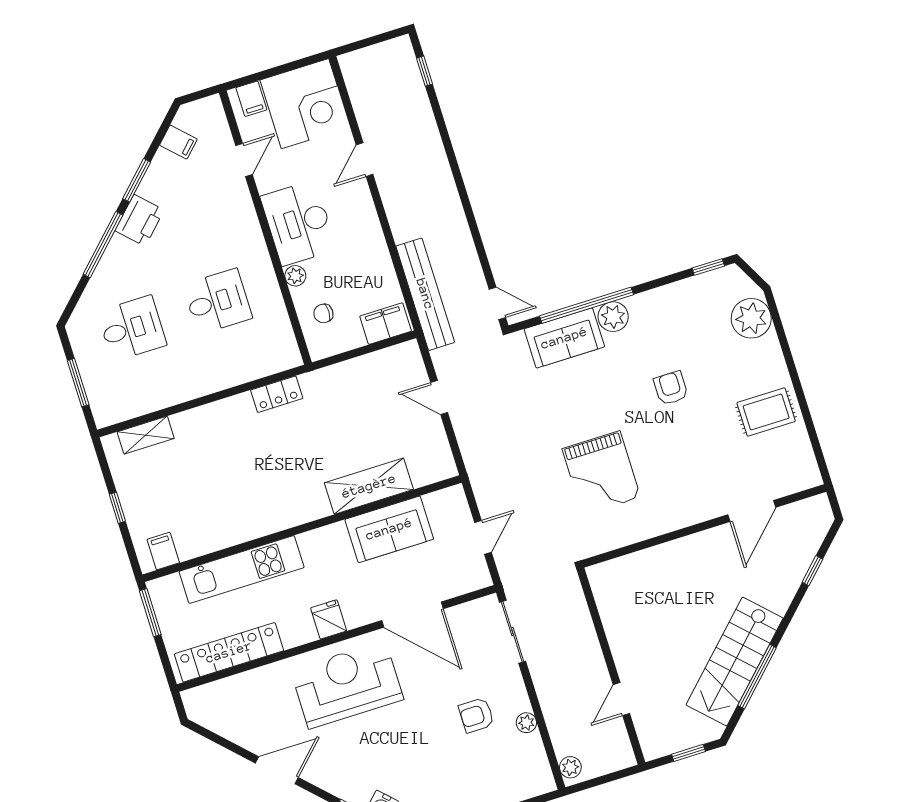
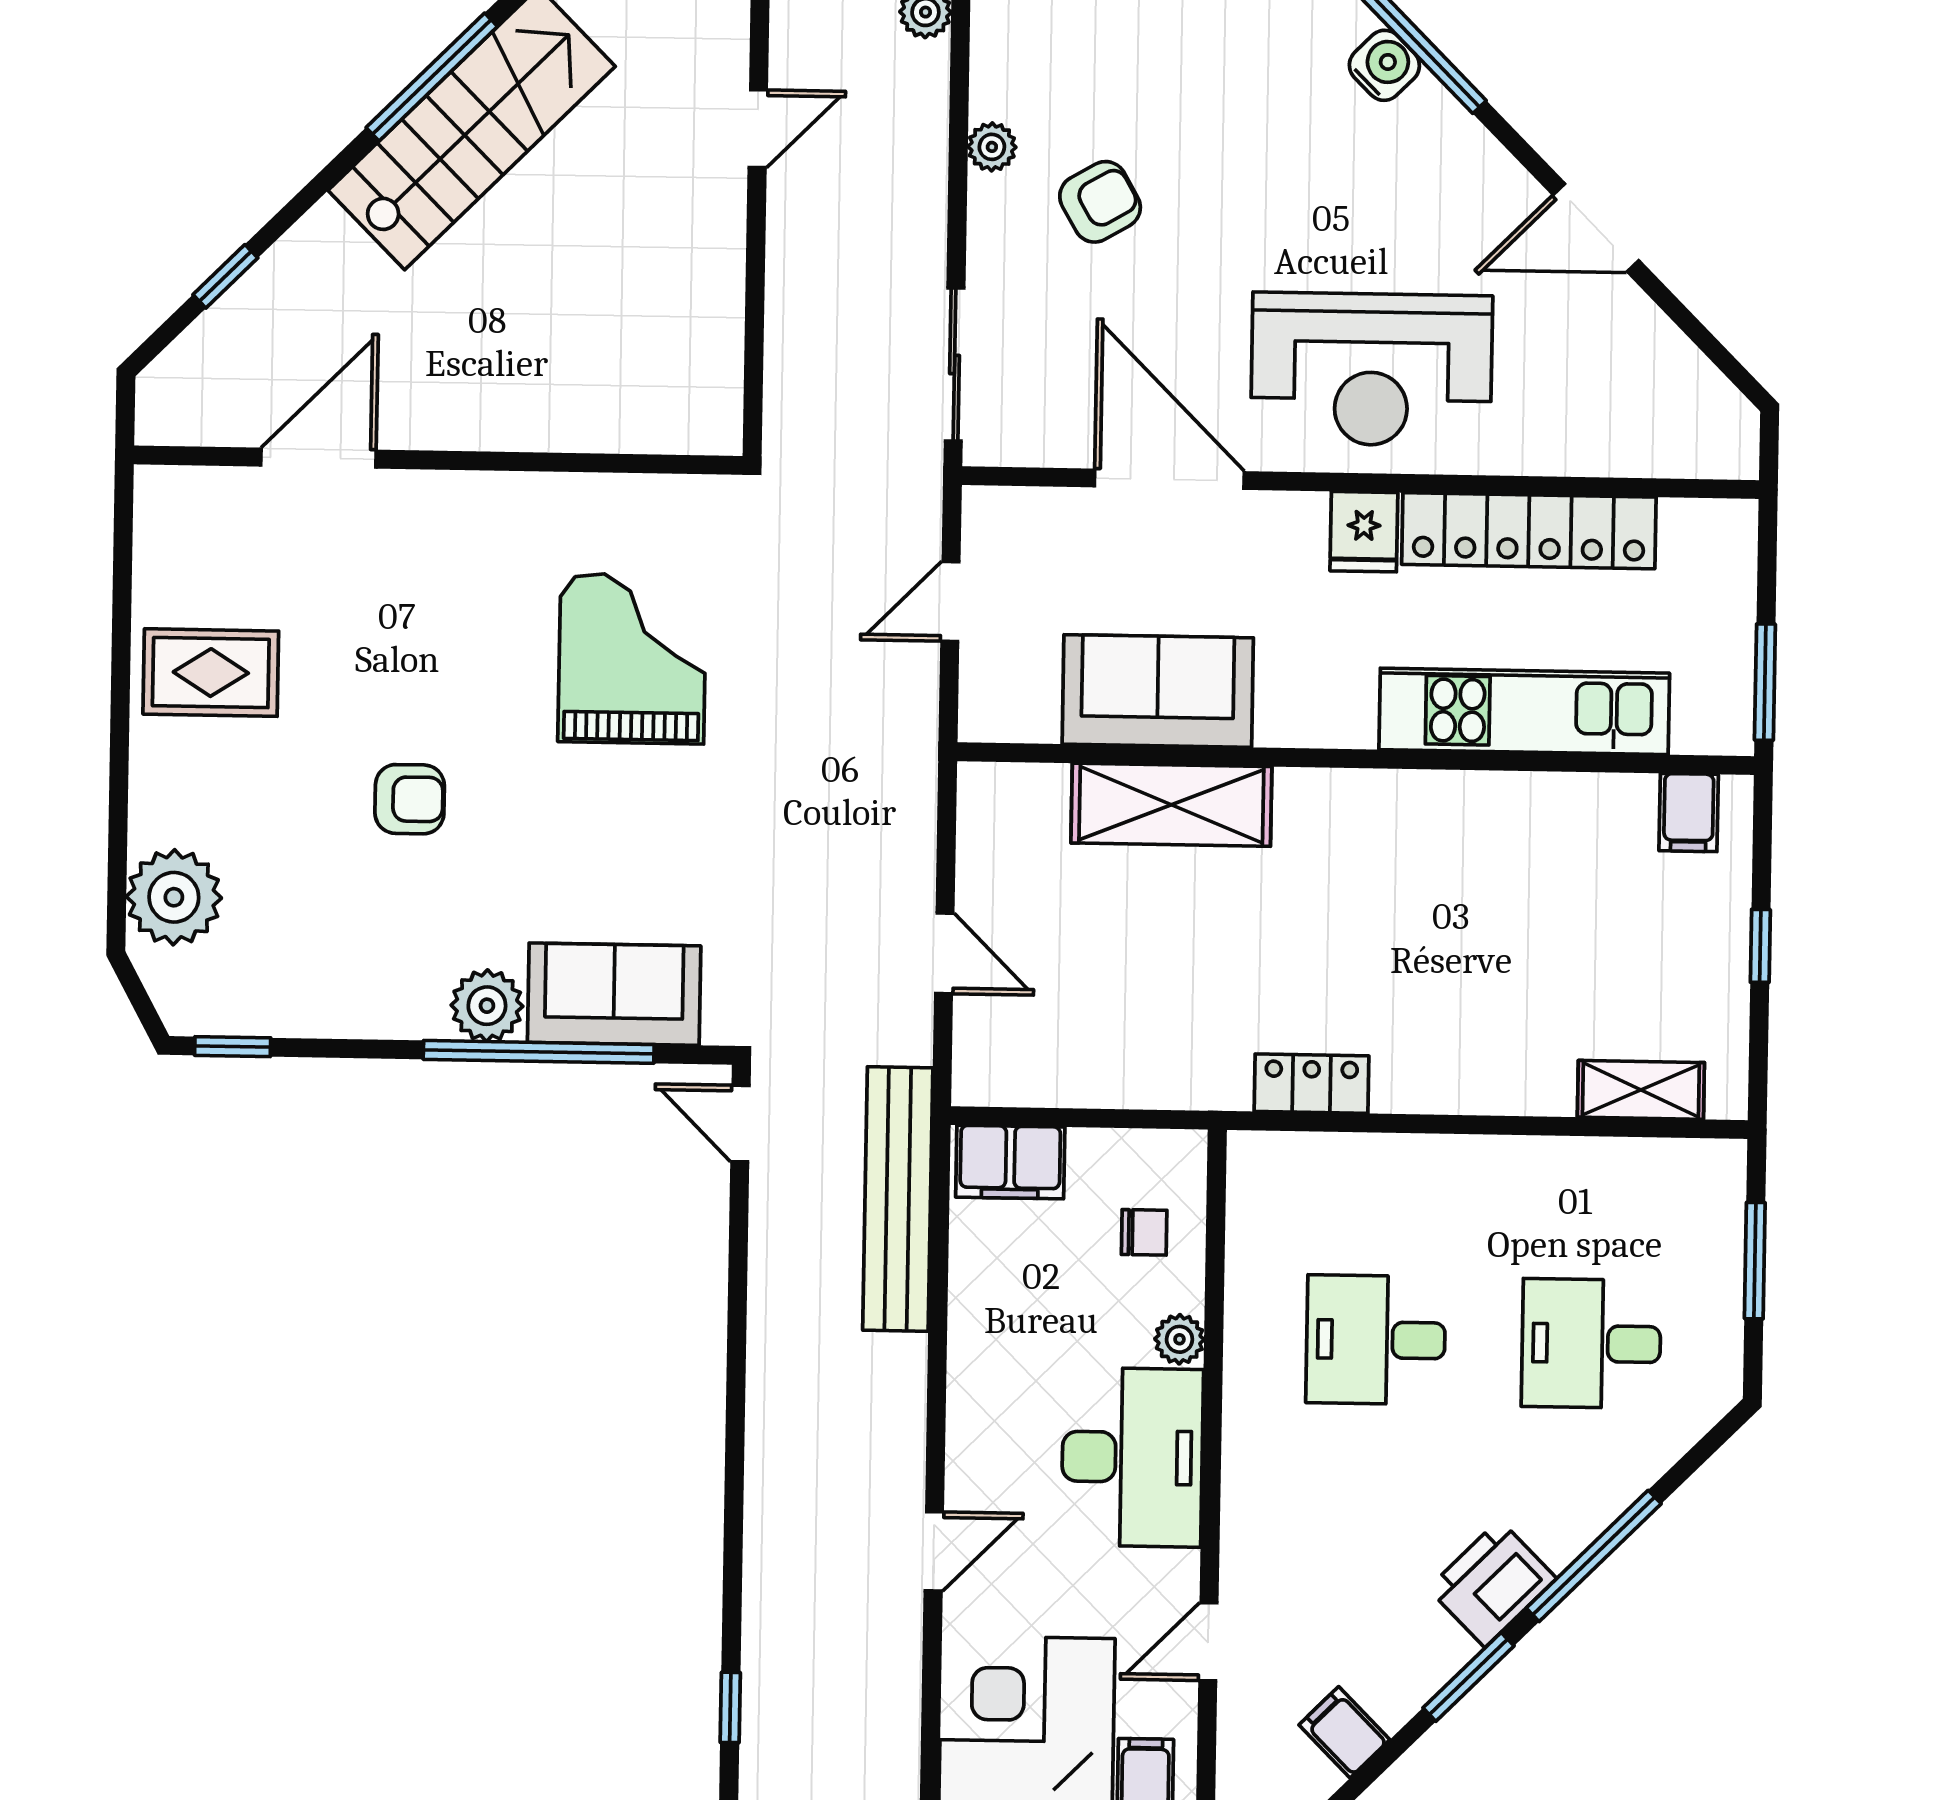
armchair: (671, 388) -> (410, 799), turned -90
locker: (229, 652) -> (1529, 531), moved
armchair: (476, 715) -> (1100, 202), turned -30

